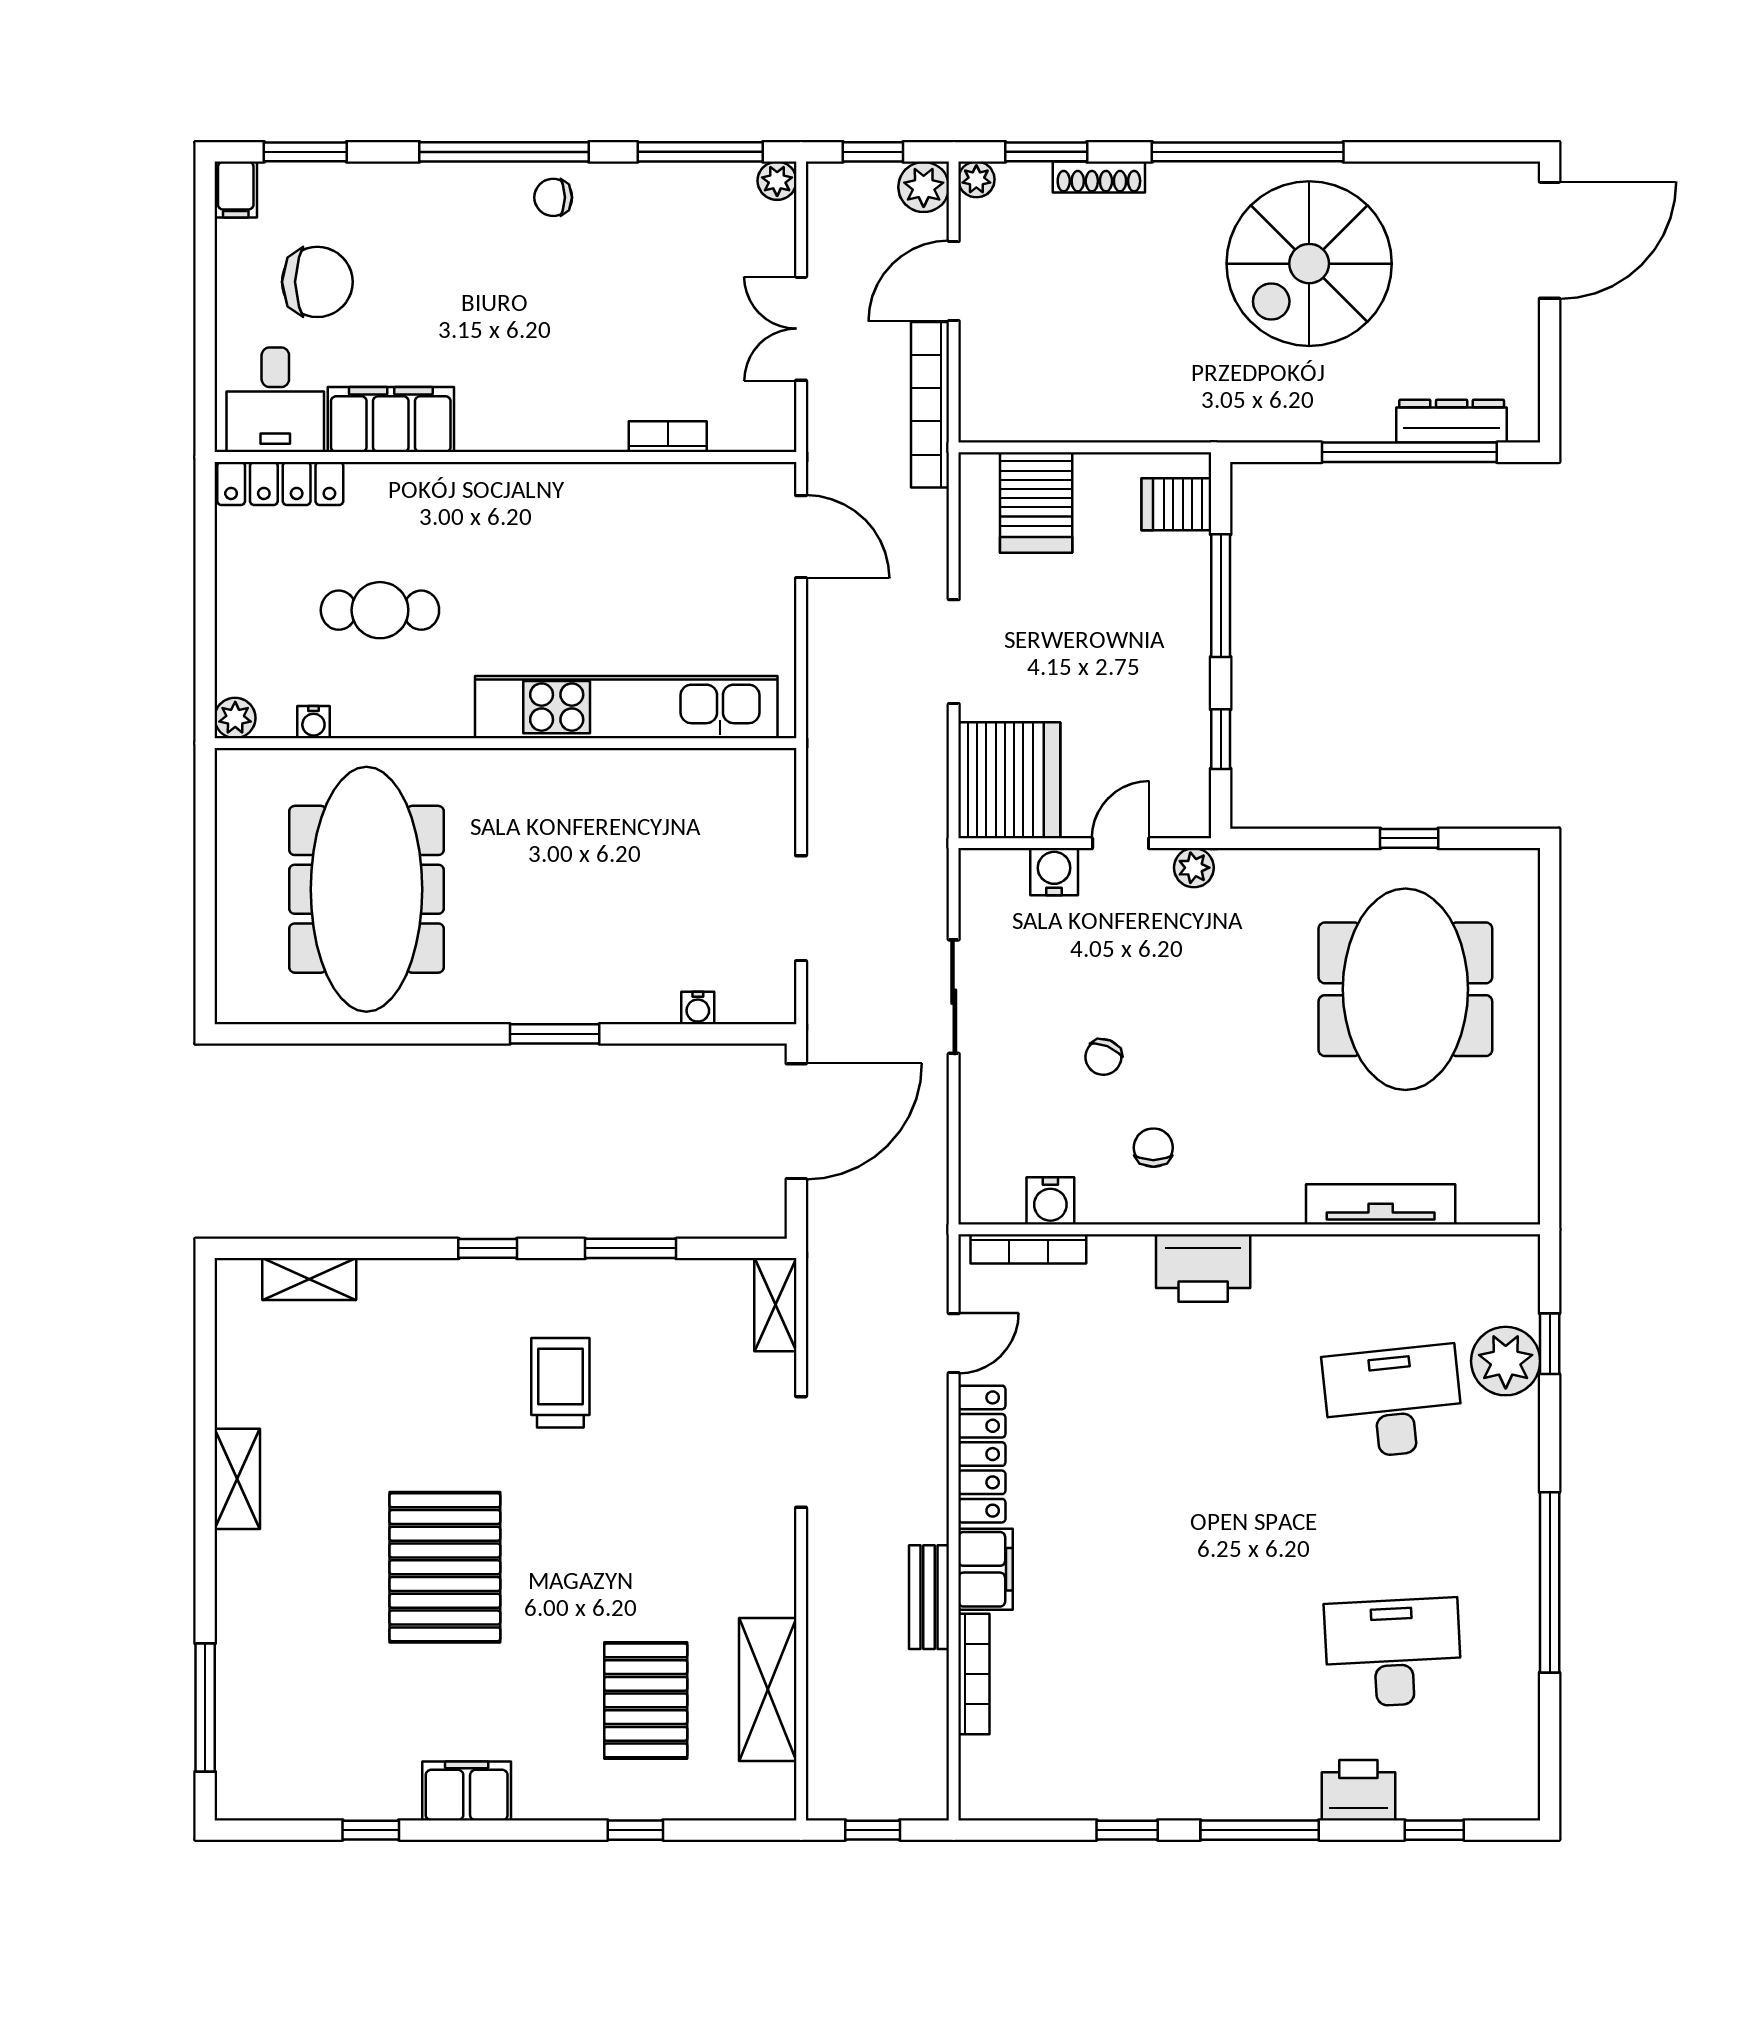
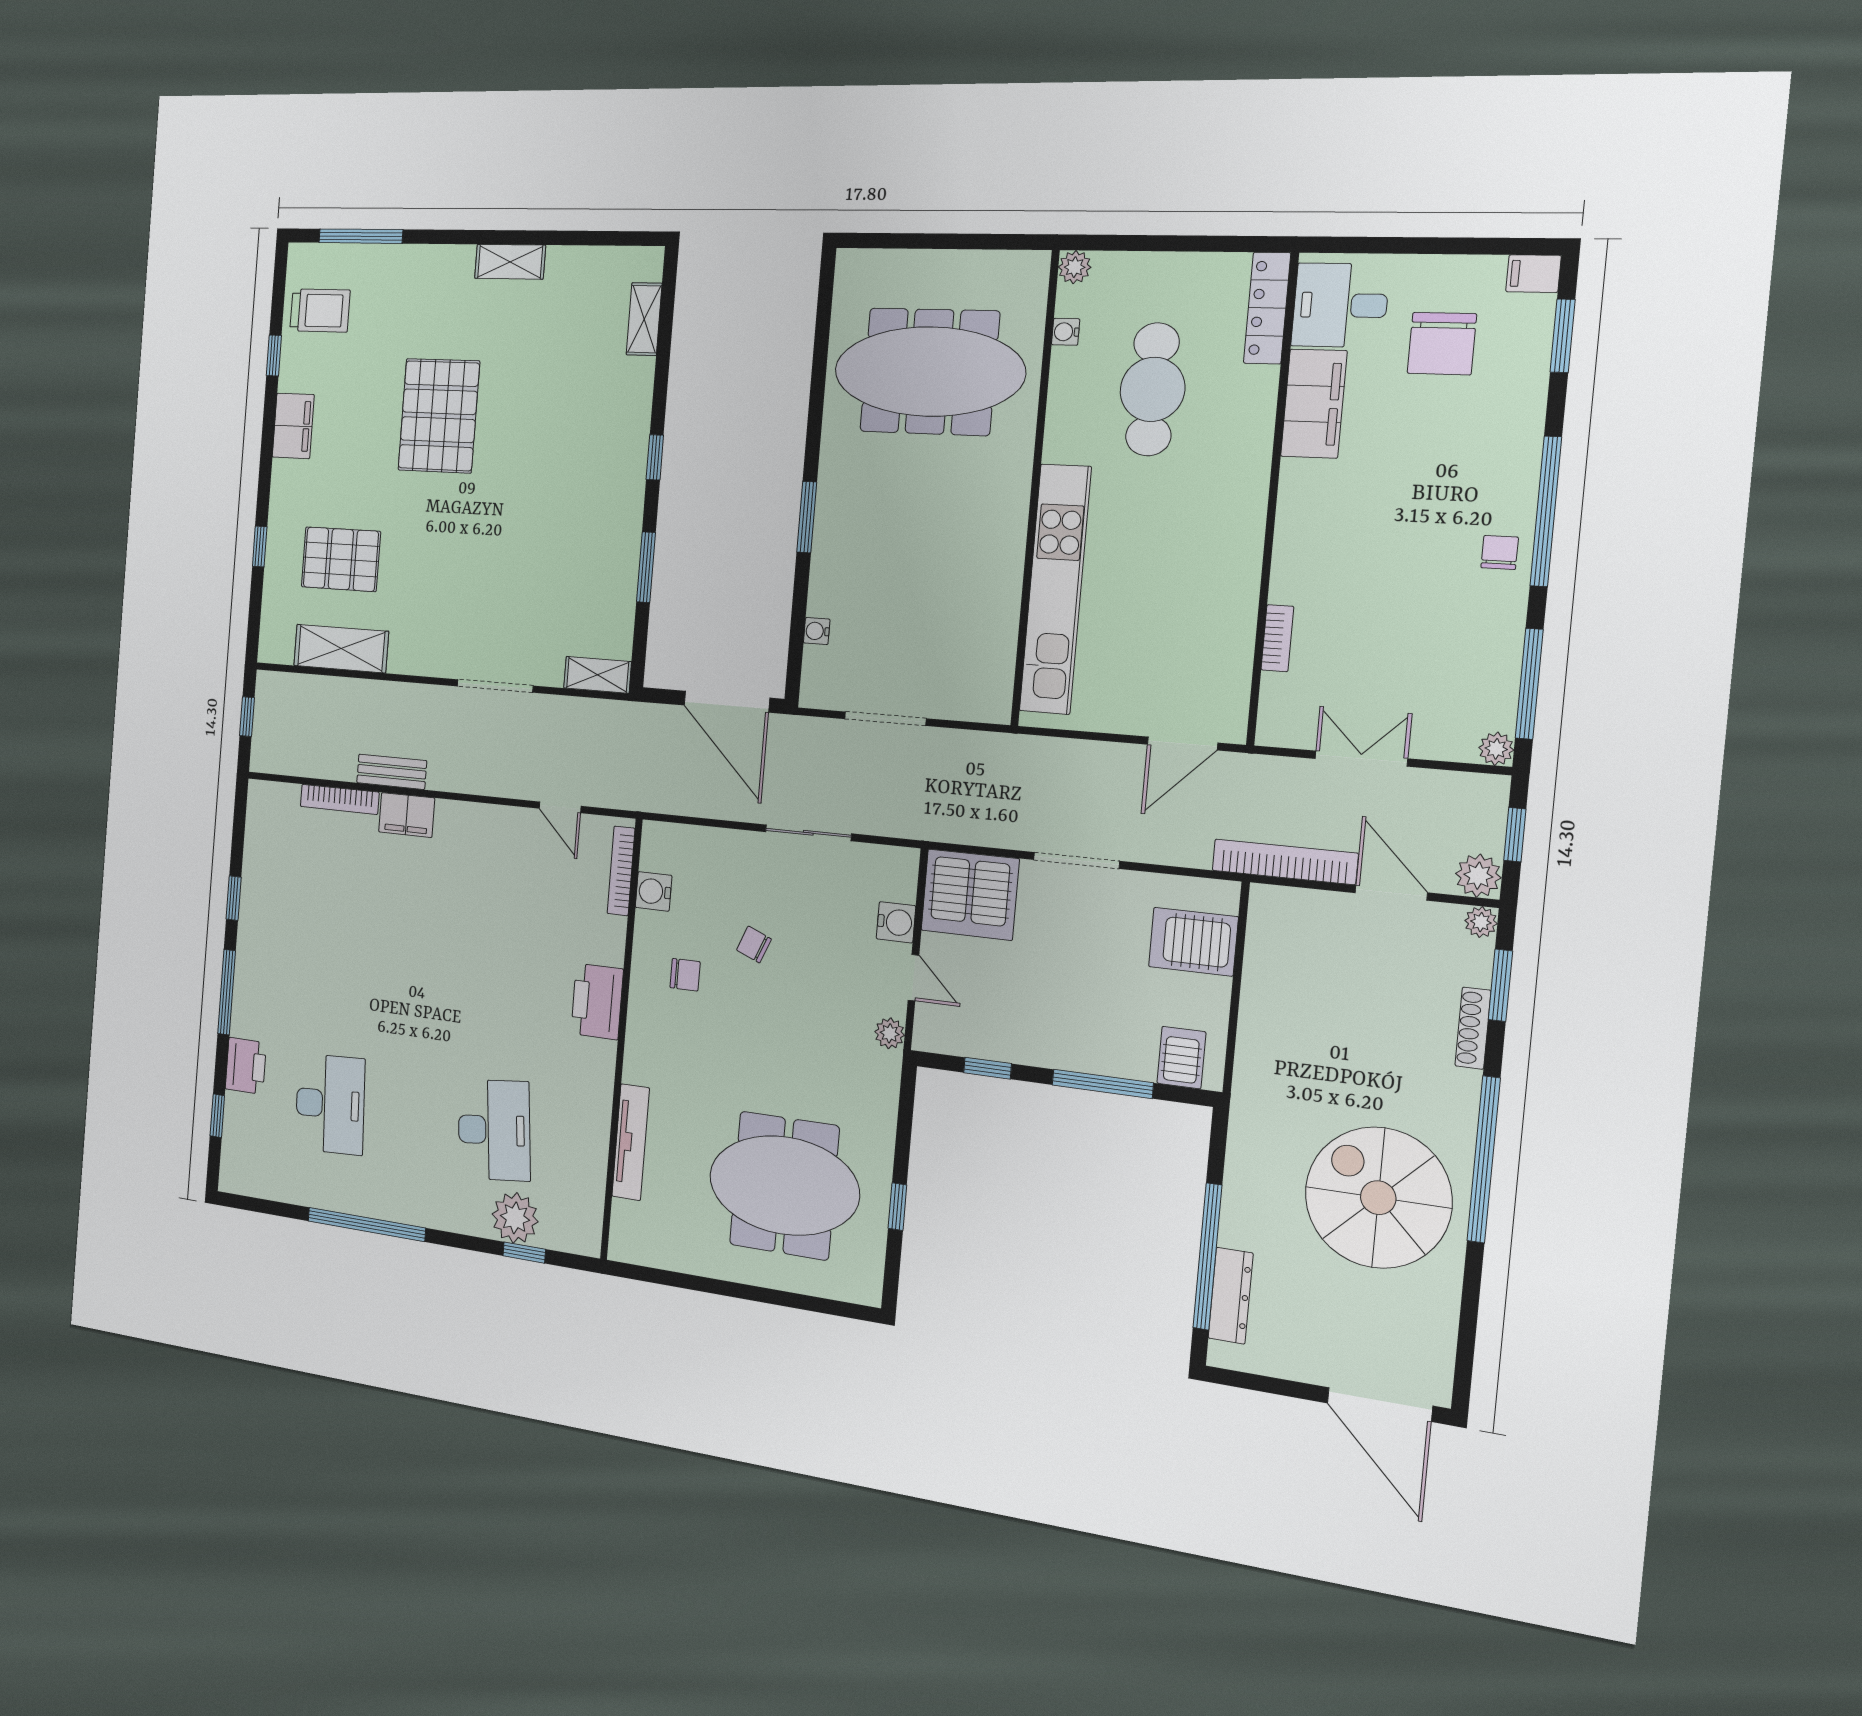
cafe table: (380, 610) -> (1152, 389), width x1.37, depth x1.35
trolley: (560, 1383) -> (320, 311), moved
locker: (982, 1454) -> (483, 820), removed
pallet: (445, 1567) -> (439, 416), turned 90

